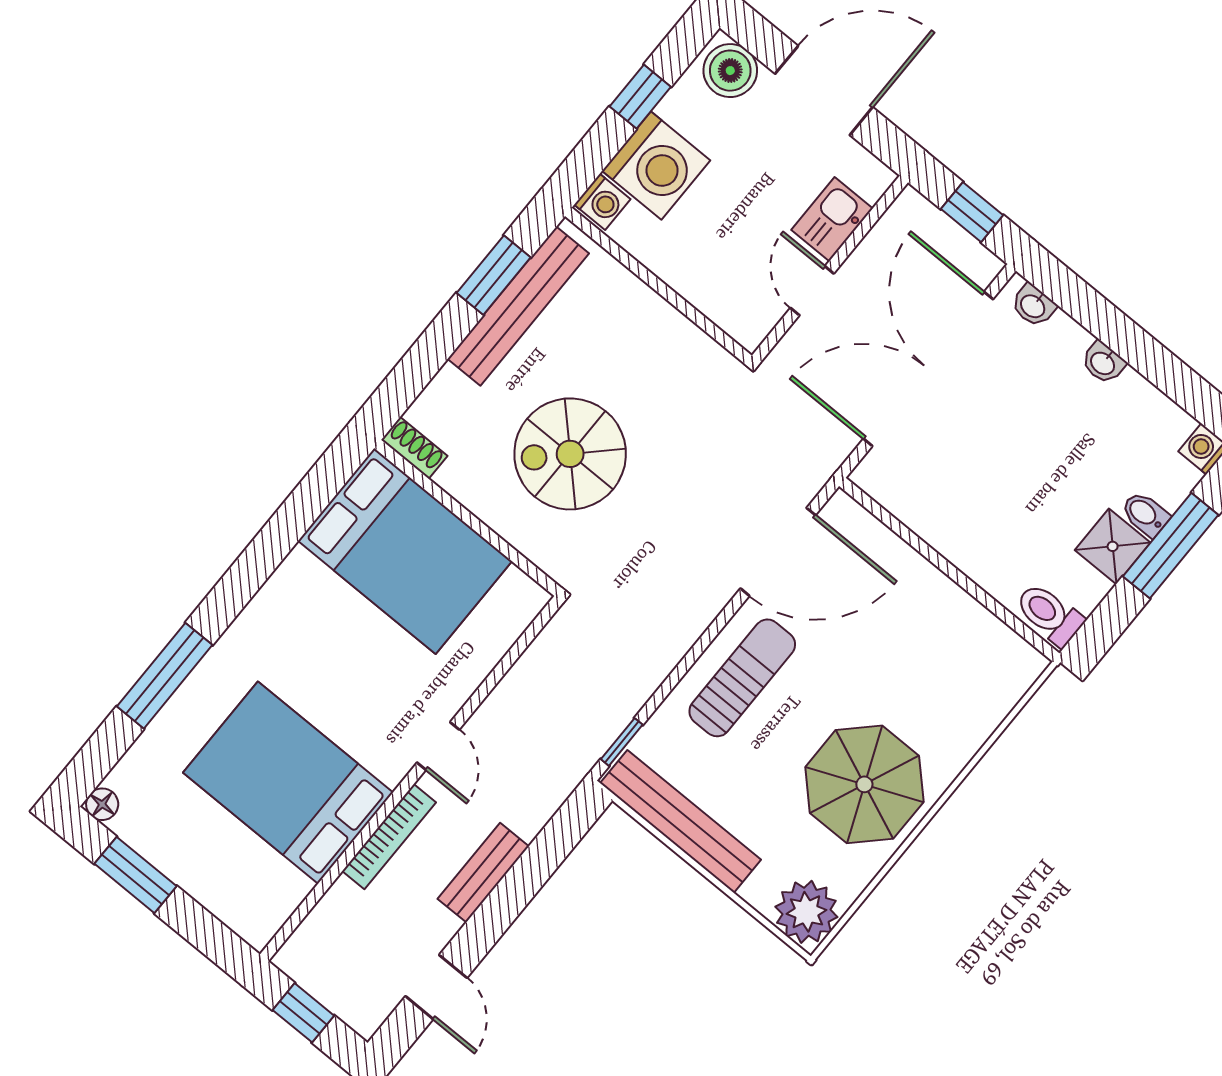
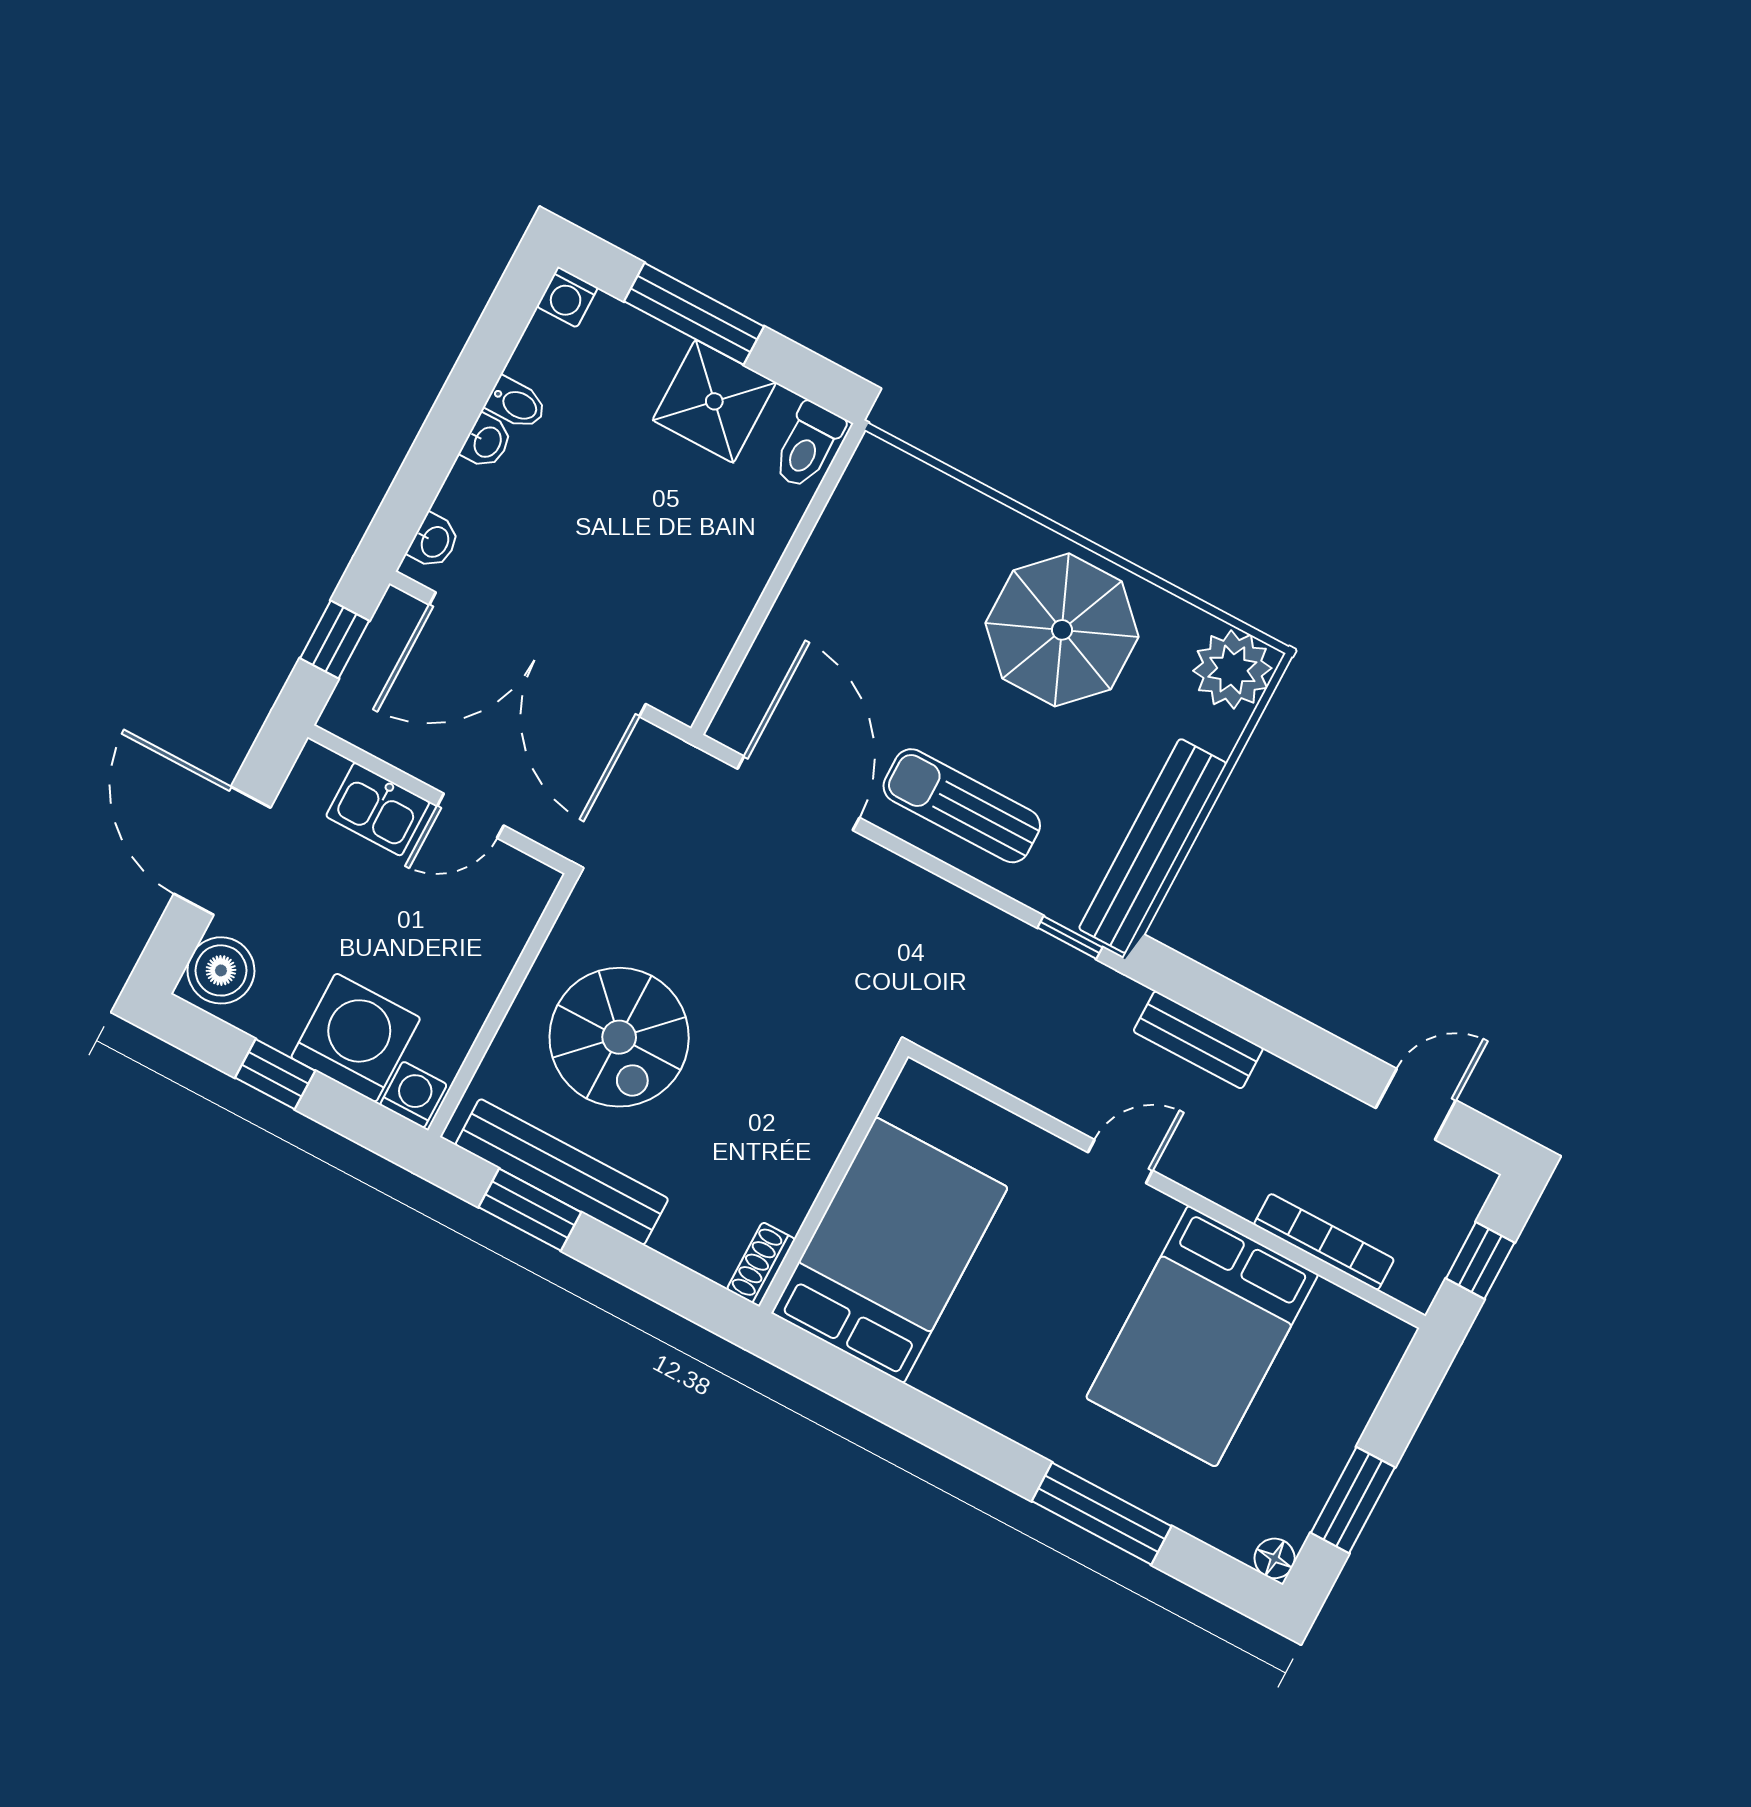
spiral stairs: (570, 454) -> (619, 1037), moved
bidet: (1145, 514) -> (516, 404), moved, turned -90
shower: (1113, 546) -> (714, 401), width x1.36, depth x1.36
bookcase: (389, 837) -> (1324, 1242), moved
bench: (483, 873) -> (1198, 1040), moved

